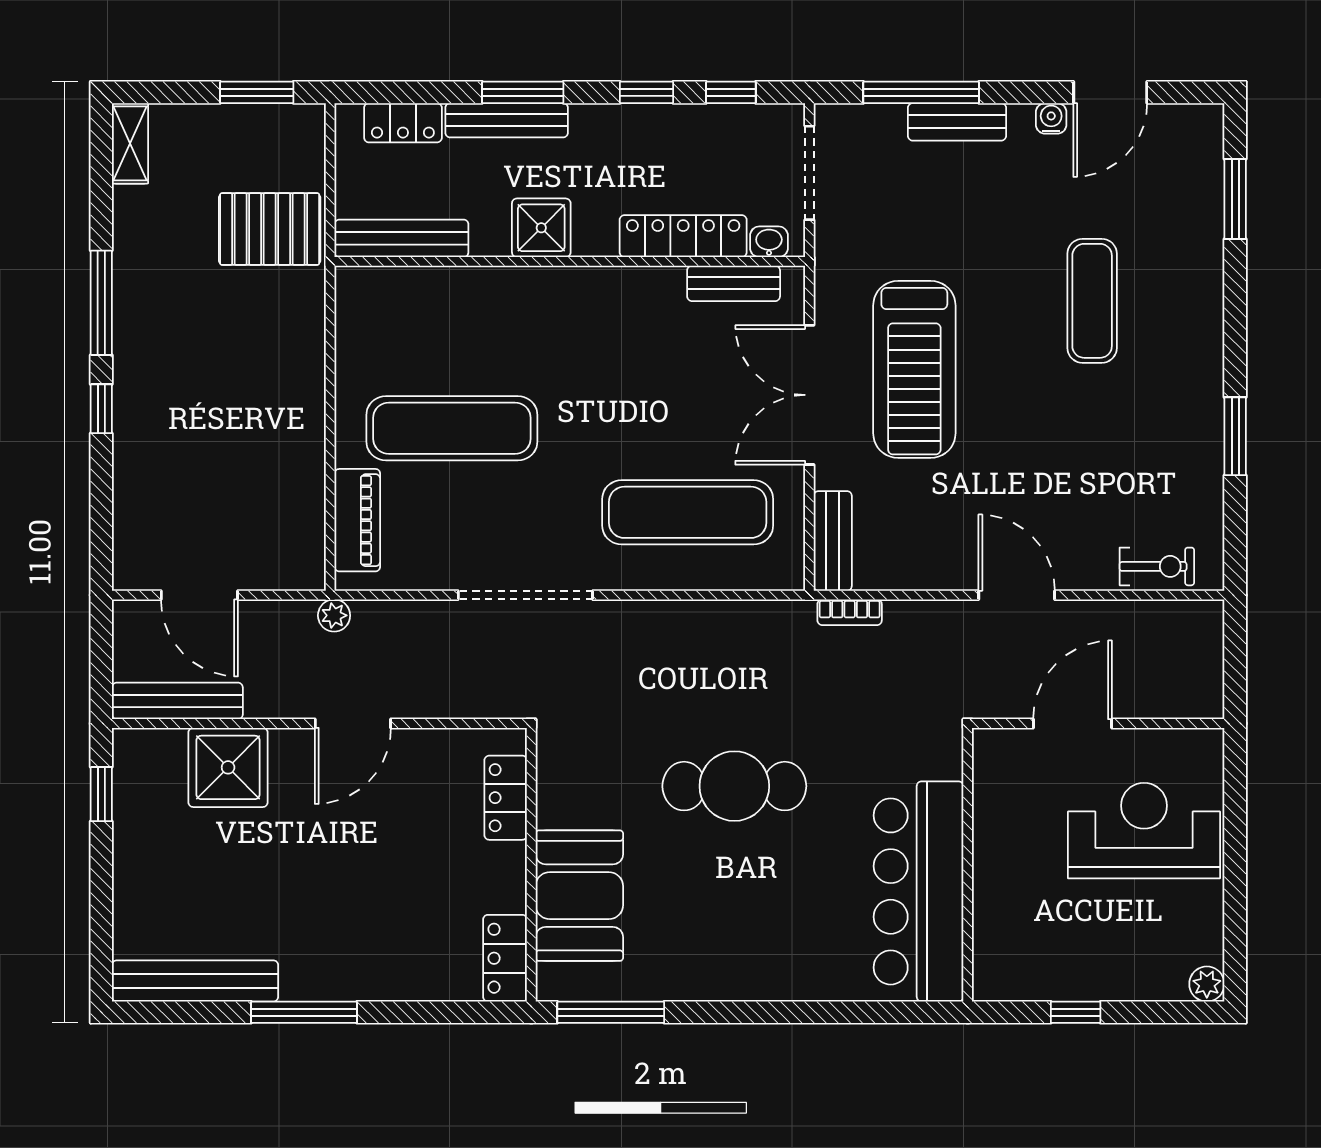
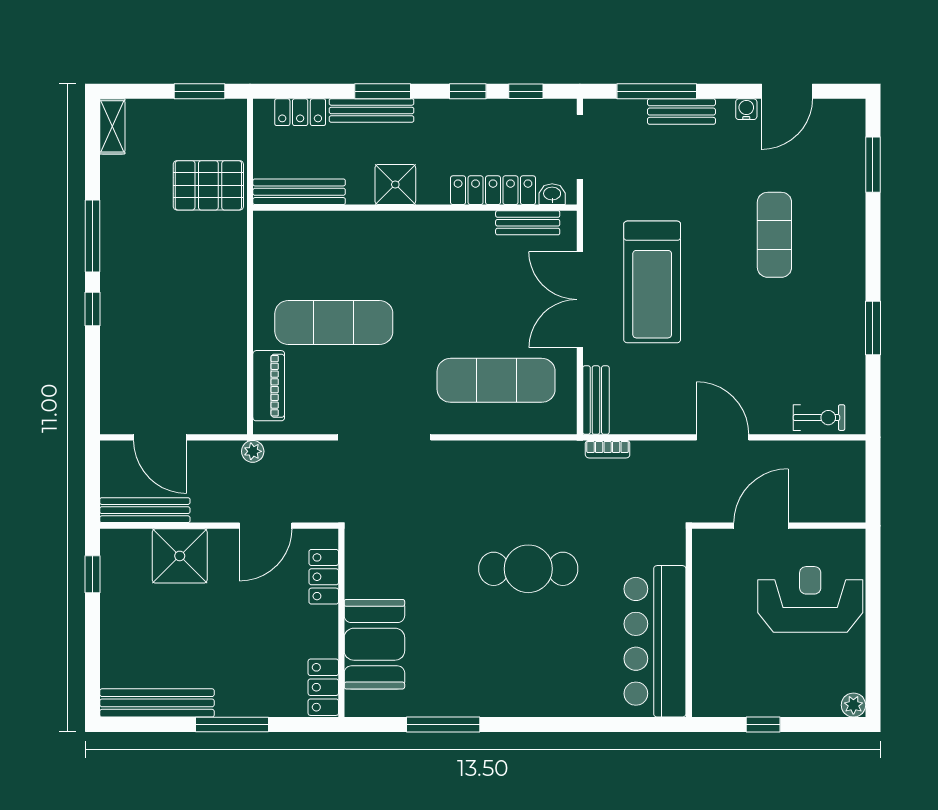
locker: (506, 798) -> (324, 577), moved
wall: (531, 865) -> (341, 623), moved
booth: (579, 896) -> (374, 644), moved
locker: (505, 958) -> (323, 687), moved

